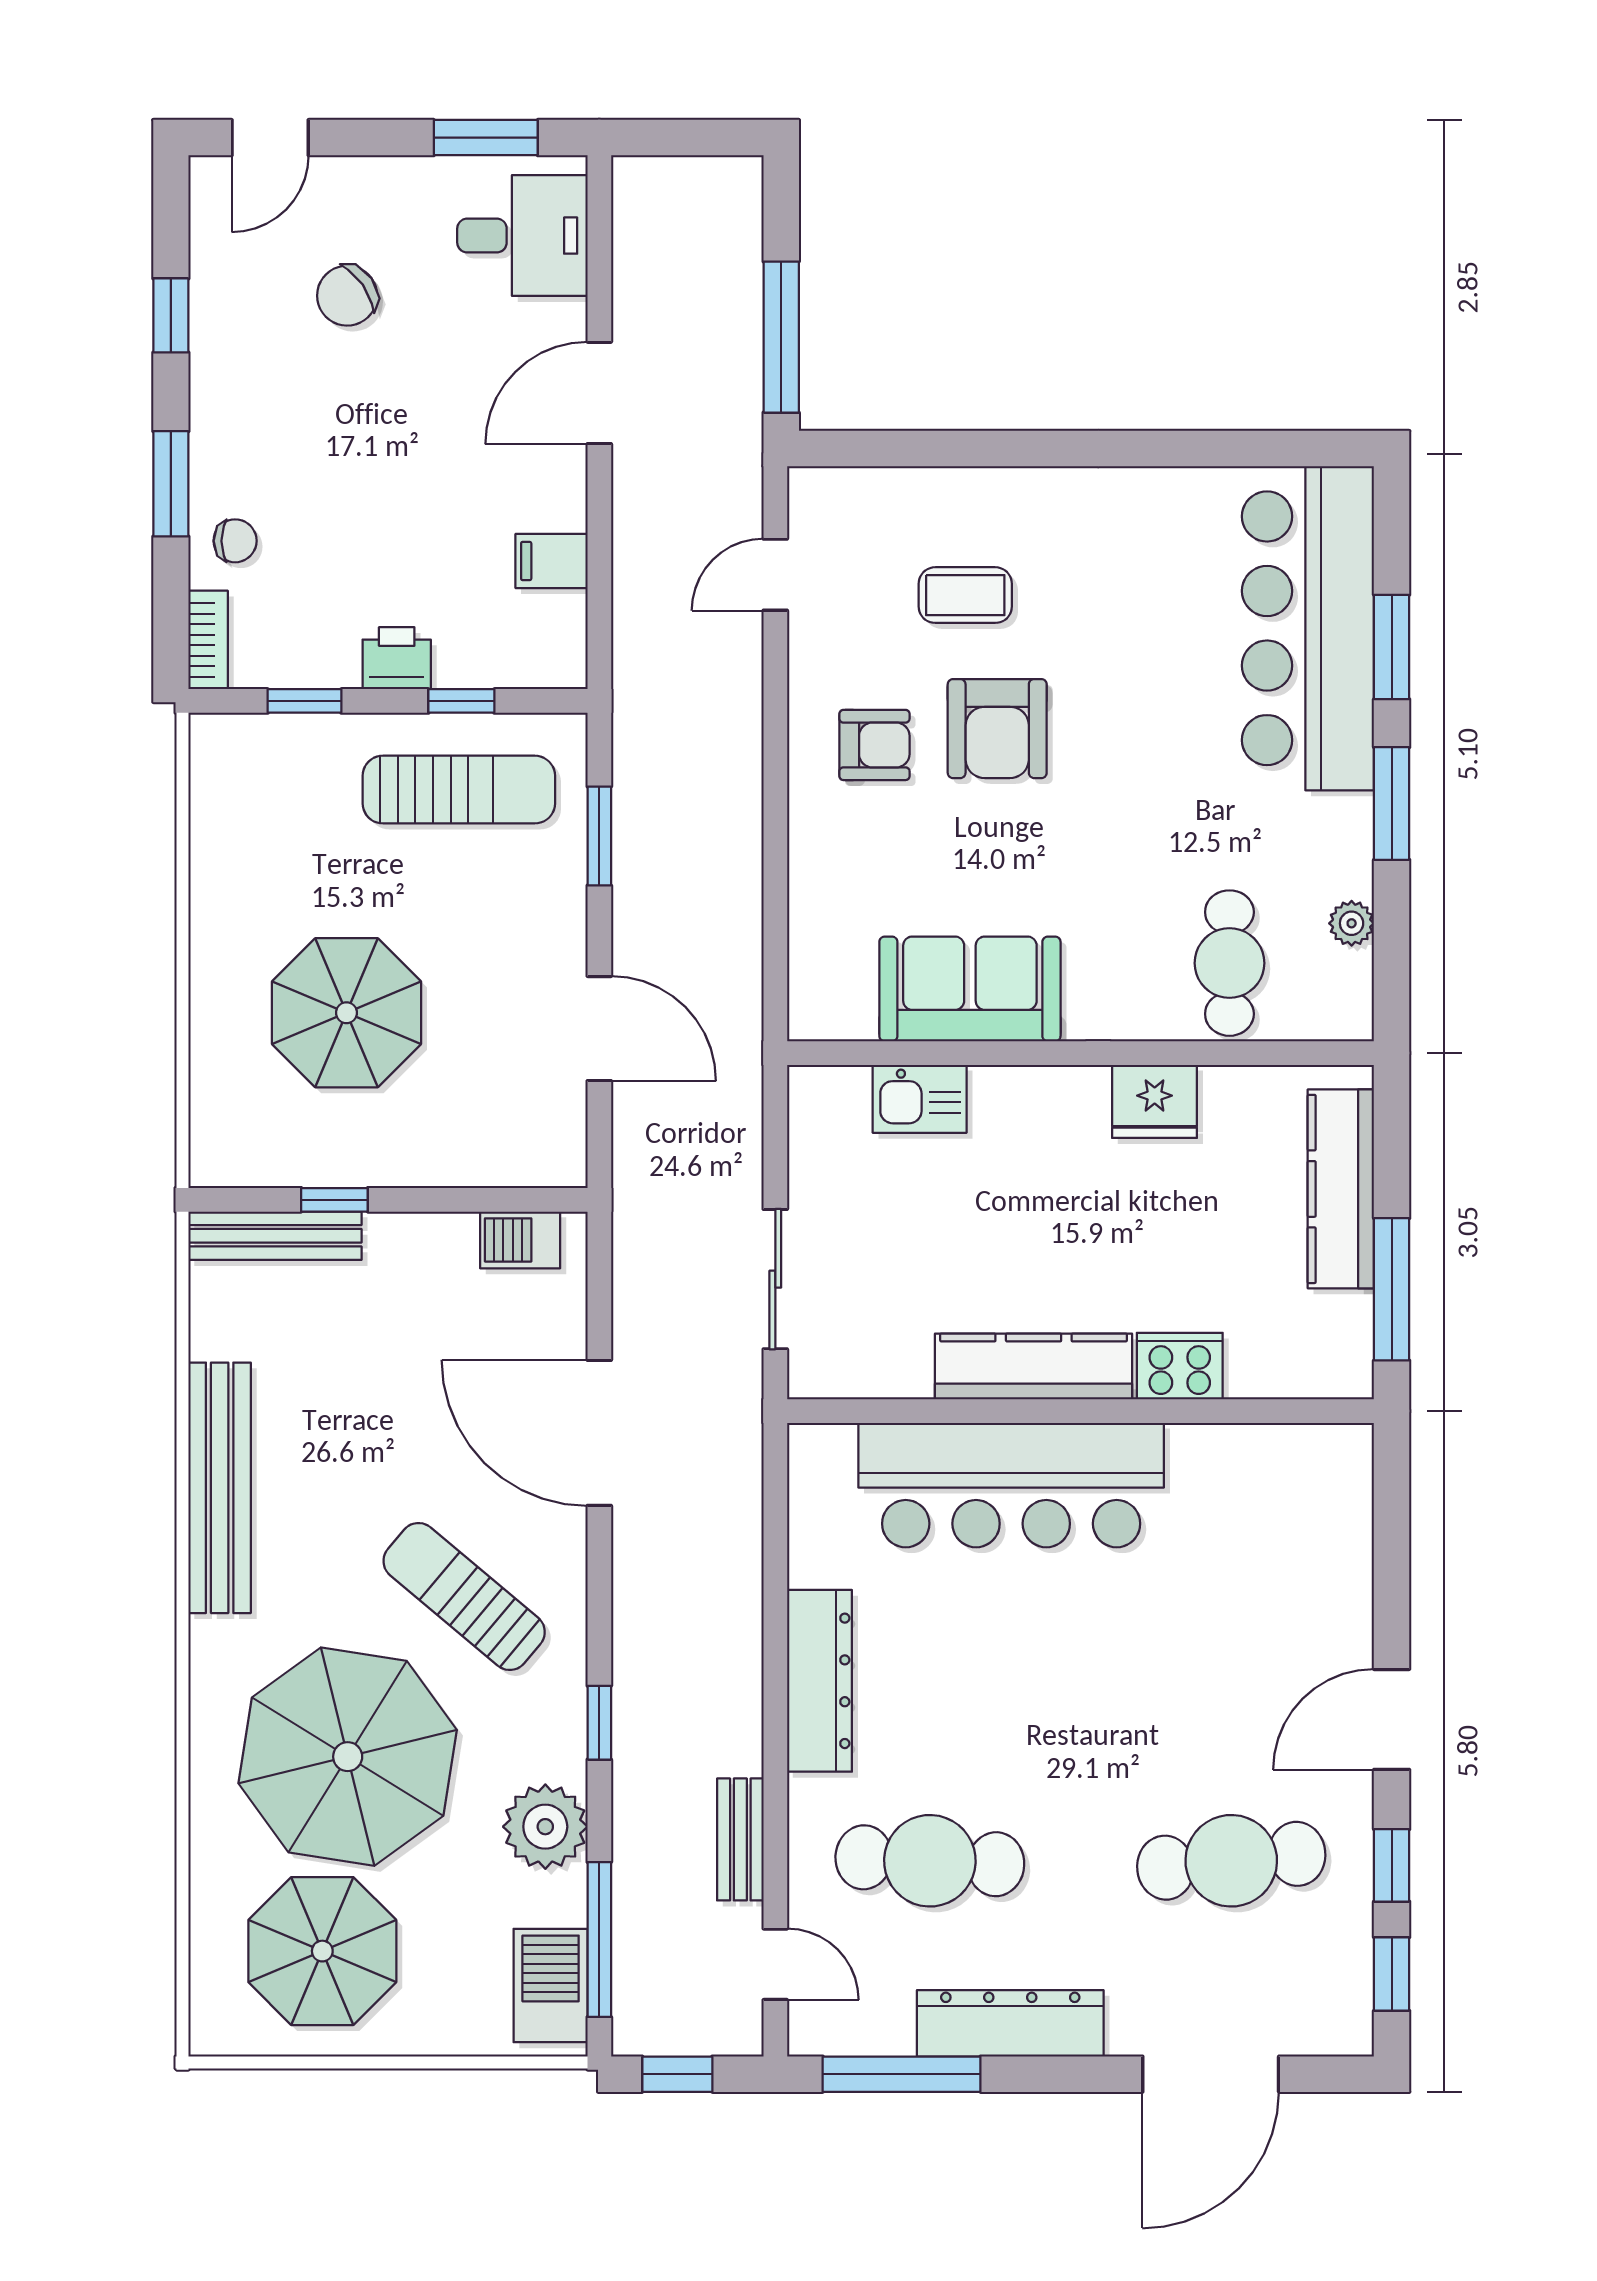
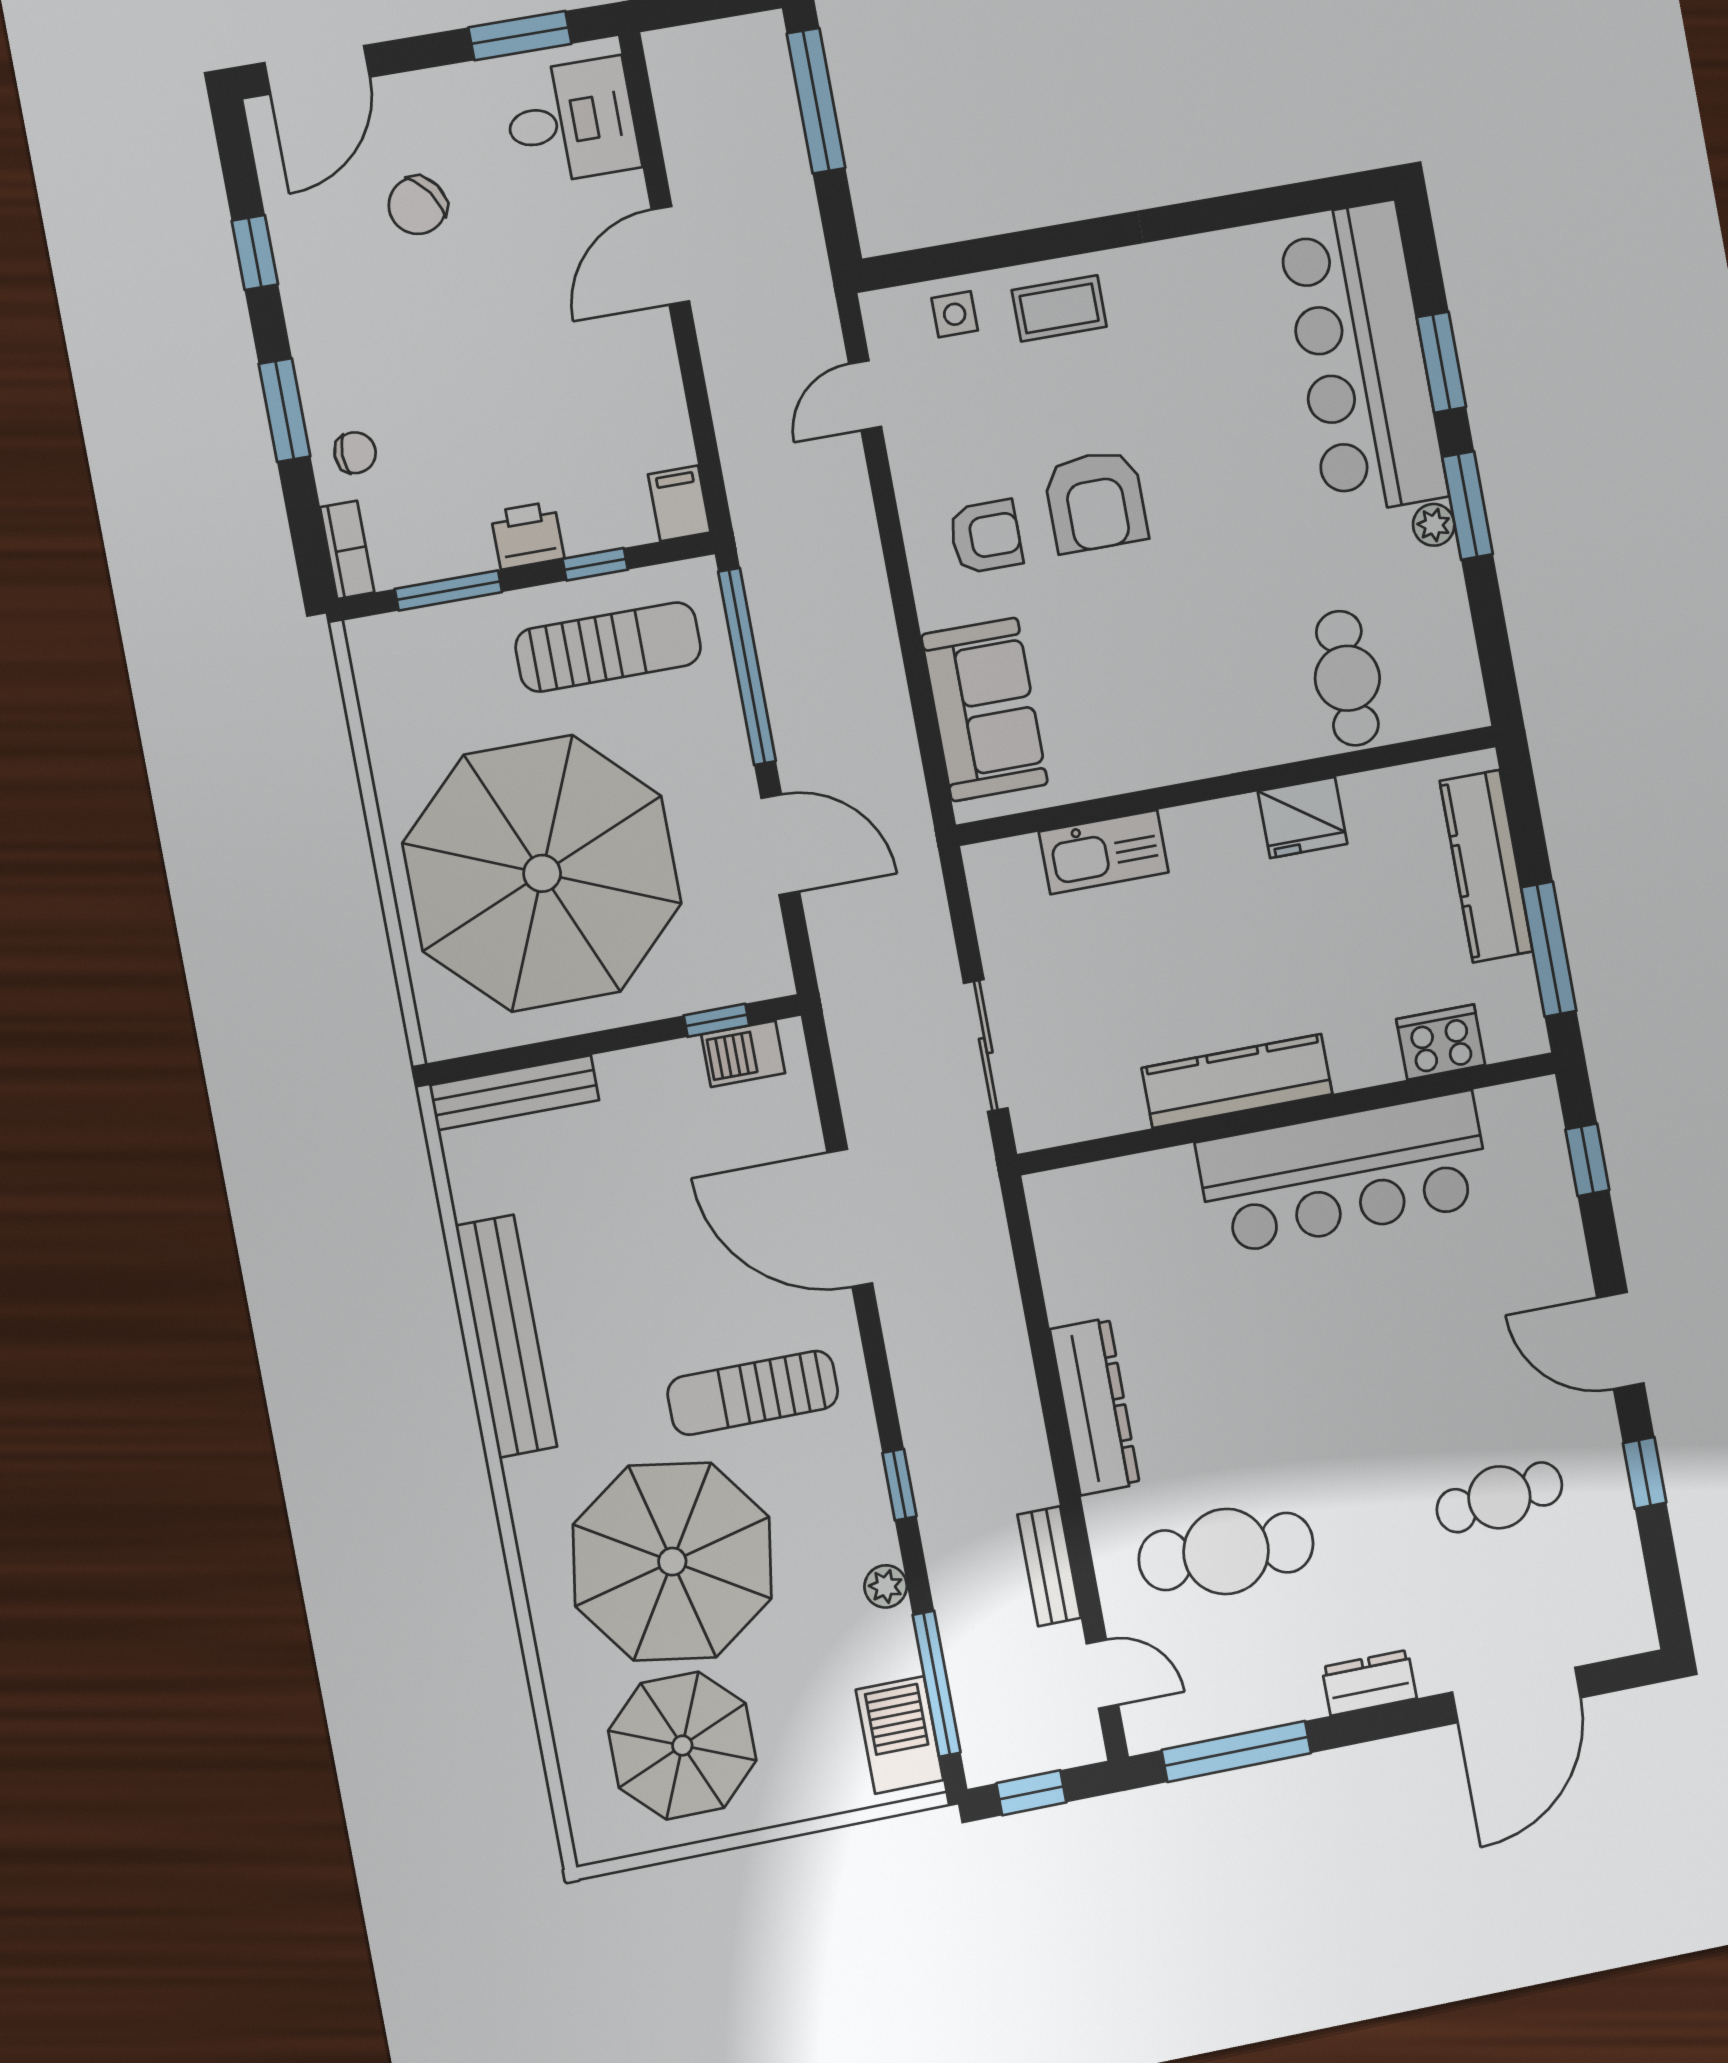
door: (270, 138) -> (317, 70), width x1.38
window: (781, 337) -> (816, 101), moved
side table: (885, 506) -> (955, 314), added
filing cabinet: (551, 561) -> (679, 503), moved, turned 90
coffee table: (965, 595) -> (1059, 308), moved
window: (304, 701) -> (448, 591), width x1.50
window: (599, 836) -> (747, 667), width x2.11
plant: (1352, 923) -> (1434, 525), moved
sofa: (970, 989) -> (984, 709), moved, turned 90
parasol: (346, 1013) -> (542, 873), width x1.86, depth x1.86
kitchen sink: (920, 1099) -> (1104, 852), width x1.38
window: (334, 1200) -> (717, 1020), moved
cooker: (1180, 1366) -> (1441, 1042), moved
bar counter: (1011, 1485) -> (1344, 1173), moved
sun lounger: (464, 1596) -> (753, 1393), turned -40
door: (1392, 1719) -> (1620, 1340), hinge flipped
plant: (545, 1827) -> (886, 1586), width x0.53, depth x0.53
cafe table: (1231, 1861) -> (1499, 1497), width x0.73, depth x0.74
window: (1392, 1974) -> (1587, 1160), moved
dresser: (1010, 2023) -> (1369, 1683), width x0.51, depth x0.80

